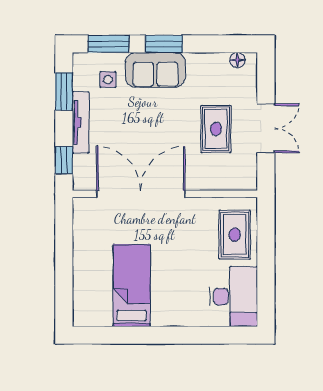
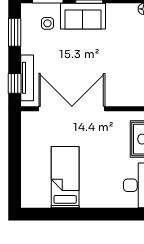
tv unit: (81, 122) -> (27, 78), moved
rug: (216, 129) -> (128, 60), removed

